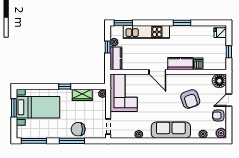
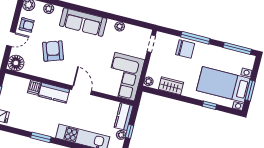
window: (65, 86) -> (209, 105), moved

